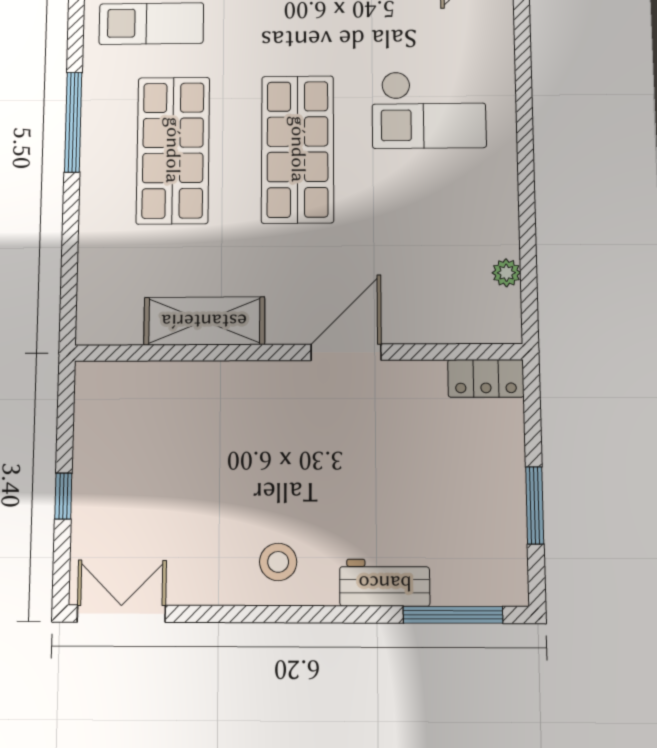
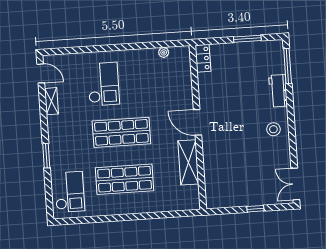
window: (73, 122) -> (116, 218), removed
door: (346, 352) -> (197, 122), moved

